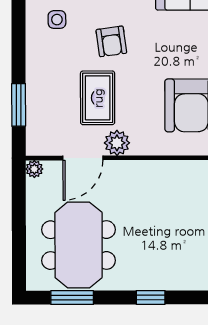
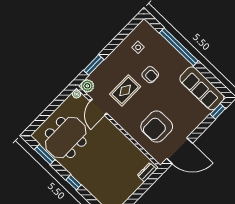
armchair: (111, 41) -> (150, 75), turned -82
plant: (117, 143) -> (87, 86), moved
door: (83, 158) -> (98, 107), hinge flipped

